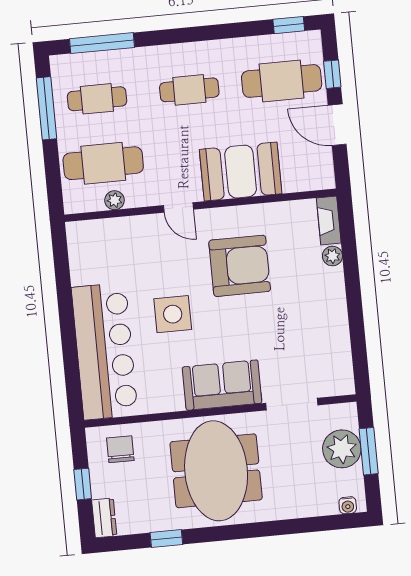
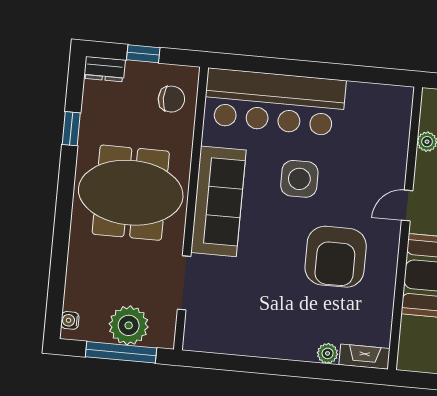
sofa: (222, 385) -> (218, 201), width x1.36
window: (369, 451) -> (121, 352), width x1.44

